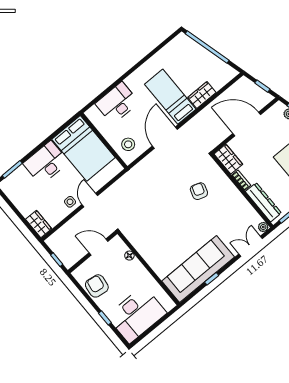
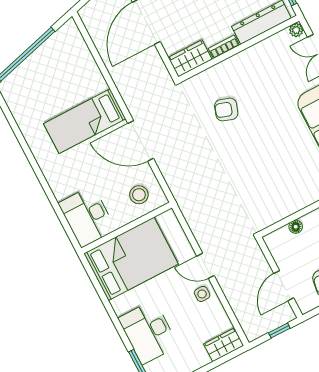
wardrobe: (202, 95) -> (92, 76), removed
desk: (117, 103) -> (87, 217), moved
desk: (46, 163) -> (148, 332), moved
door: (99, 247) -> (284, 286), moved

